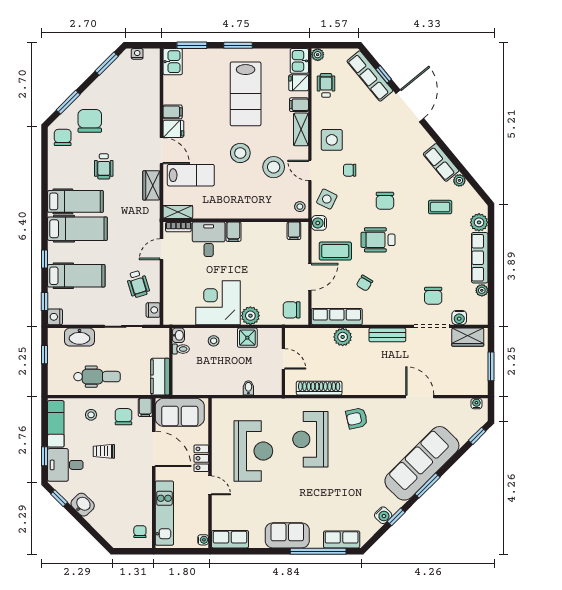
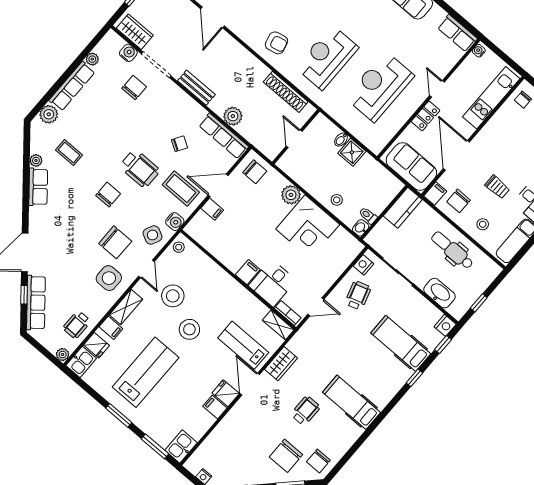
chair: (350, 170) -> (115, 242), width x1.87, depth x1.87
hospital bed: (77, 229) -> (368, 380), removed
filing cabinet: (294, 231) -> (212, 209), moved, turned 90
shower: (247, 338) -> (352, 152), moved
reception desk: (310, 439) -> (327, 57), turned 180

